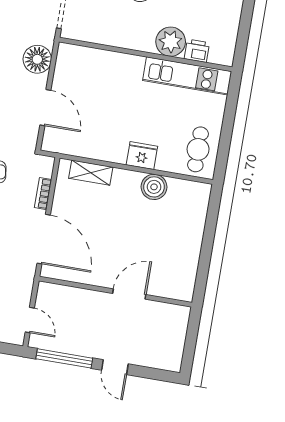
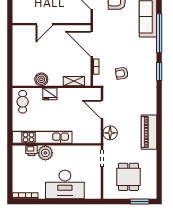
kitchen unit: (187, 76) -> (42, 137), width x1.36

